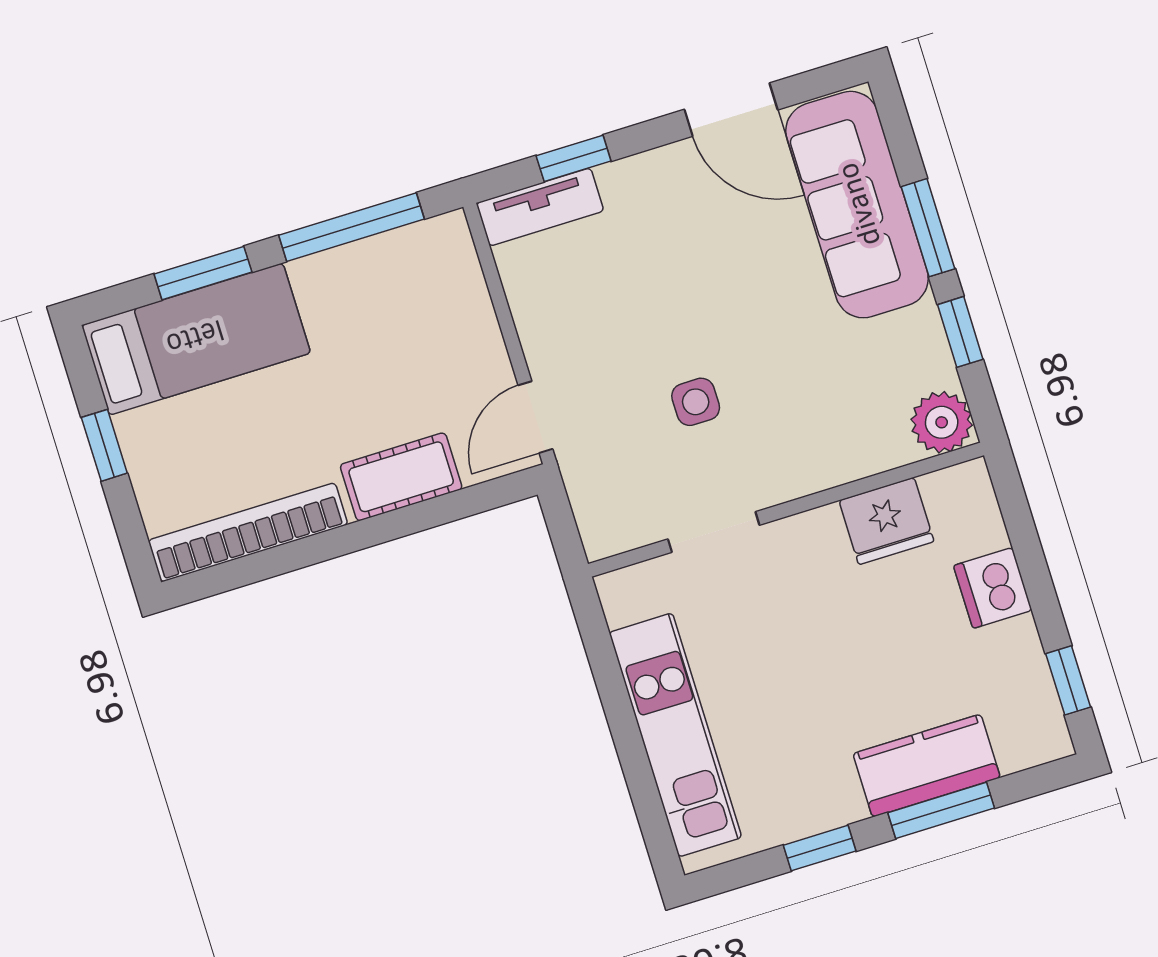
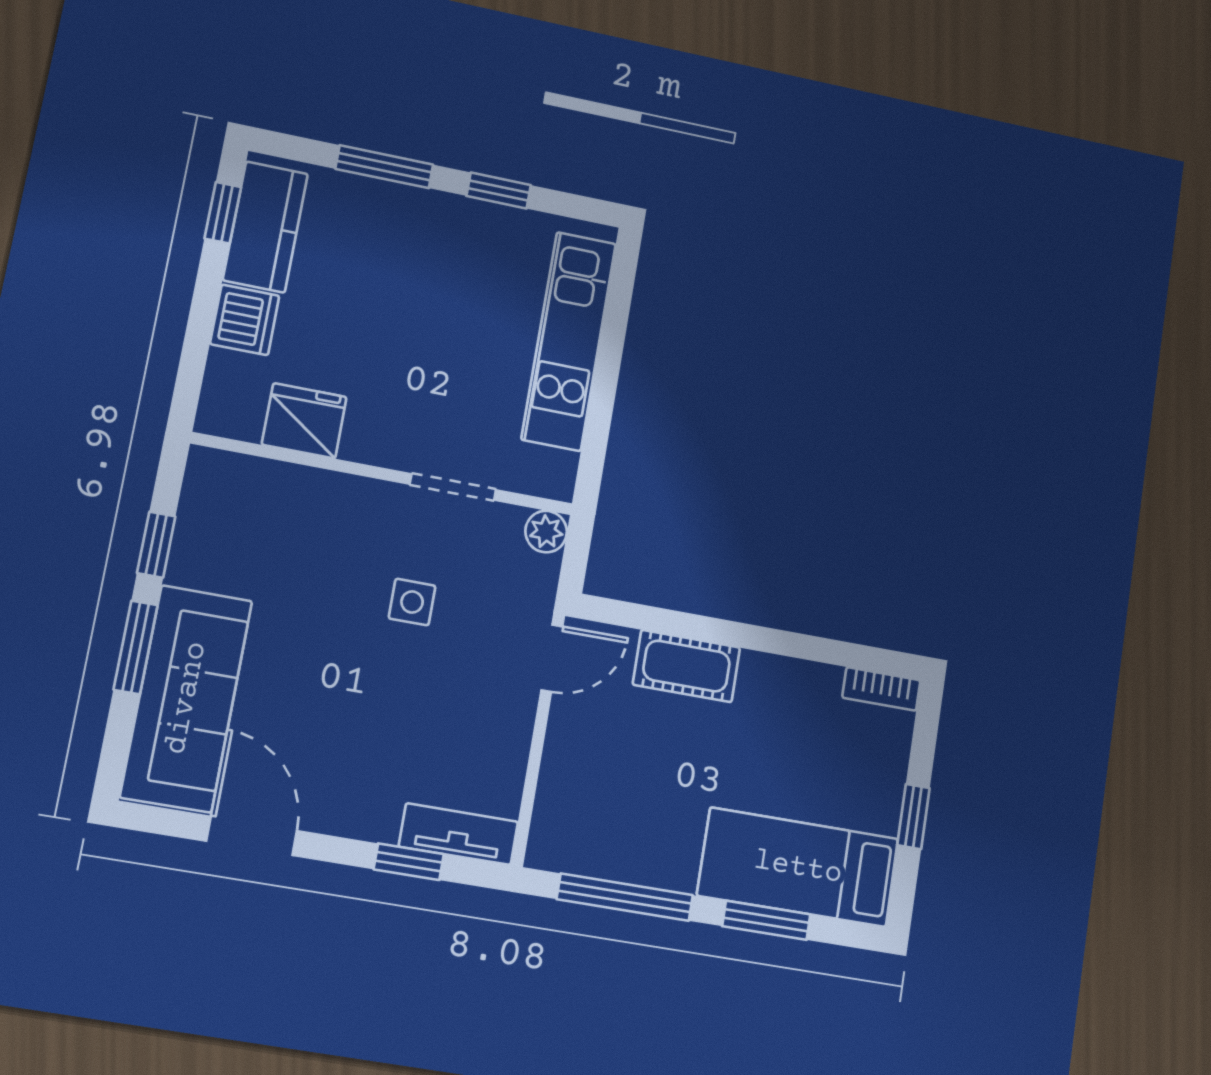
plant: (942, 422) -> (546, 532), moved, width x0.73, depth x0.73
bookcase: (248, 532) -> (881, 689), width x0.43, depth x0.76
kitchen counter: (927, 766) -> (265, 227), moved, turned -90

